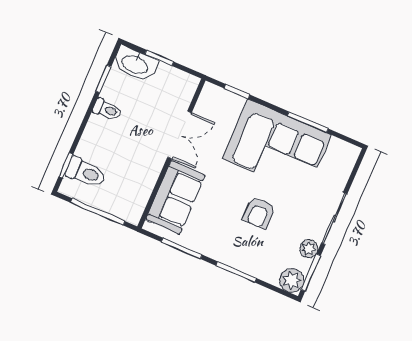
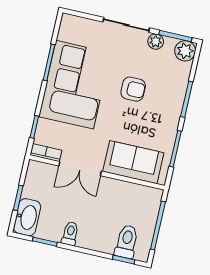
bookcase: (205, 99) -> (46, 153), added
double door: (180, 135) -> (80, 169), swing flipped

